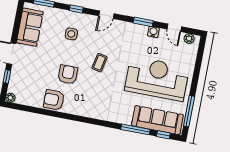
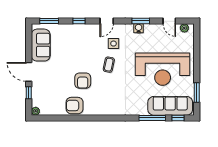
water cooler: (153, 32) -> (139, 28), moved
side table: (71, 34) -> (114, 44), moved
armchair: (68, 74) -> (83, 81), turned 180
reception desk: (157, 79) -> (163, 69), turned 180
window: (189, 111) -> (197, 92), width x0.69

